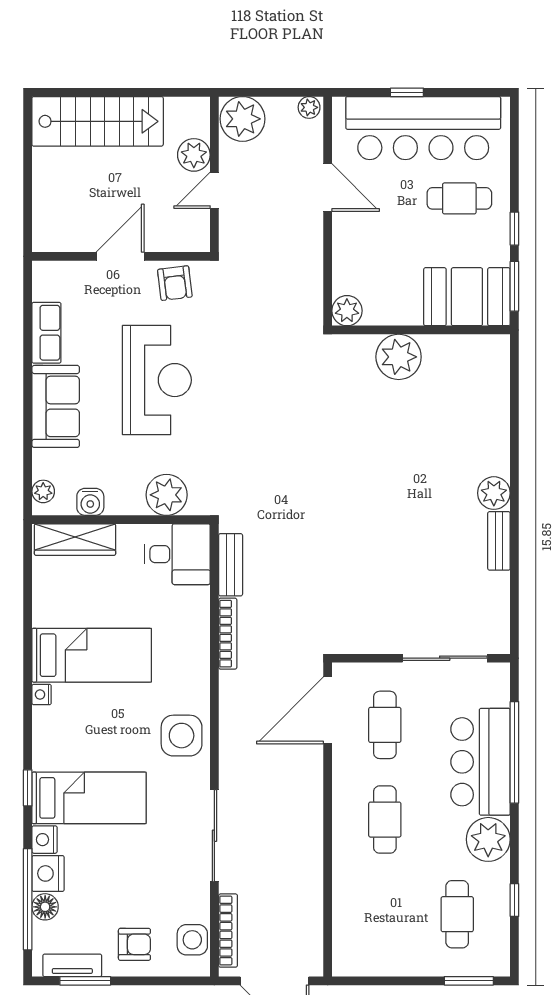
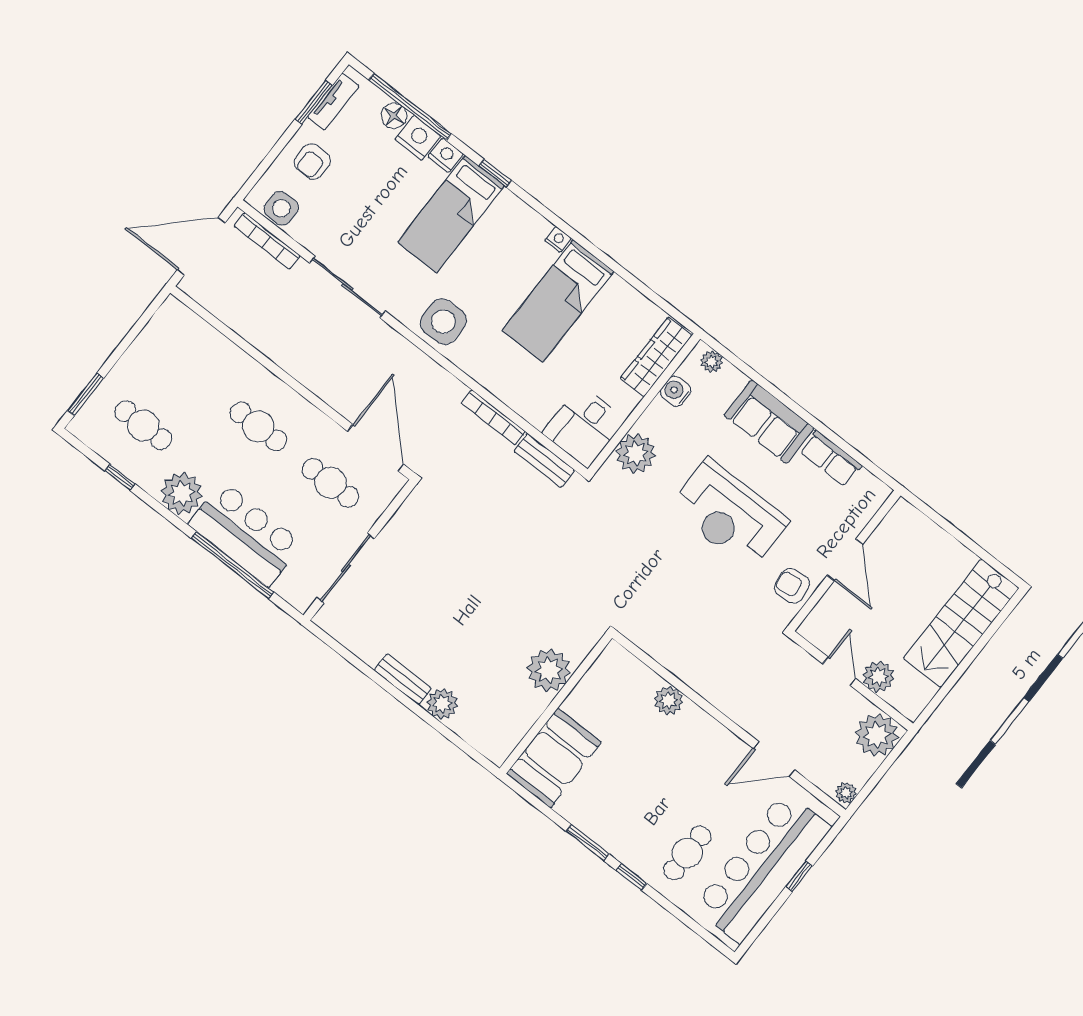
booth: (467, 297) -> (554, 758), moved
wall: (421, 330) -> (556, 703), moved
plant: (399, 357) -> (549, 670), moved

